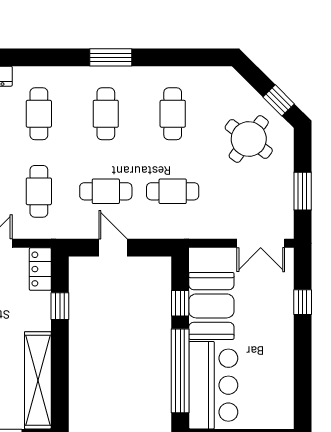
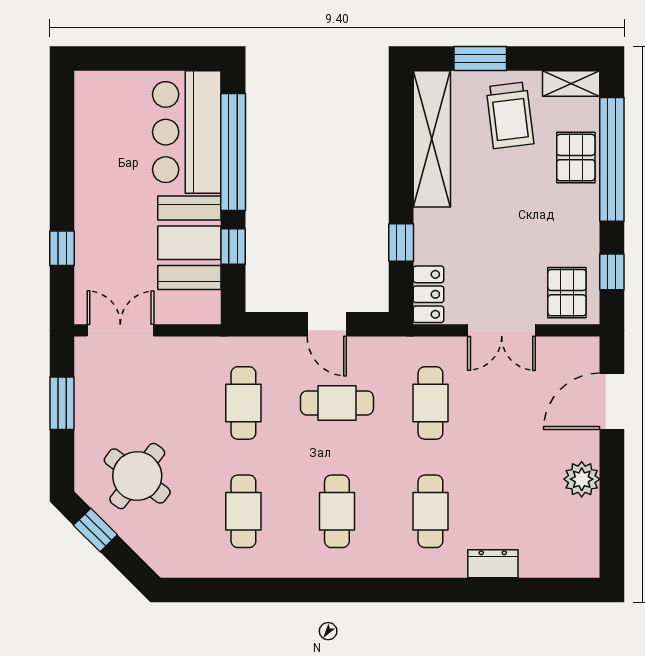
window: (111, 57) -> (330, 590), removed
cafe table: (173, 191) -> (243, 403), turned 90

